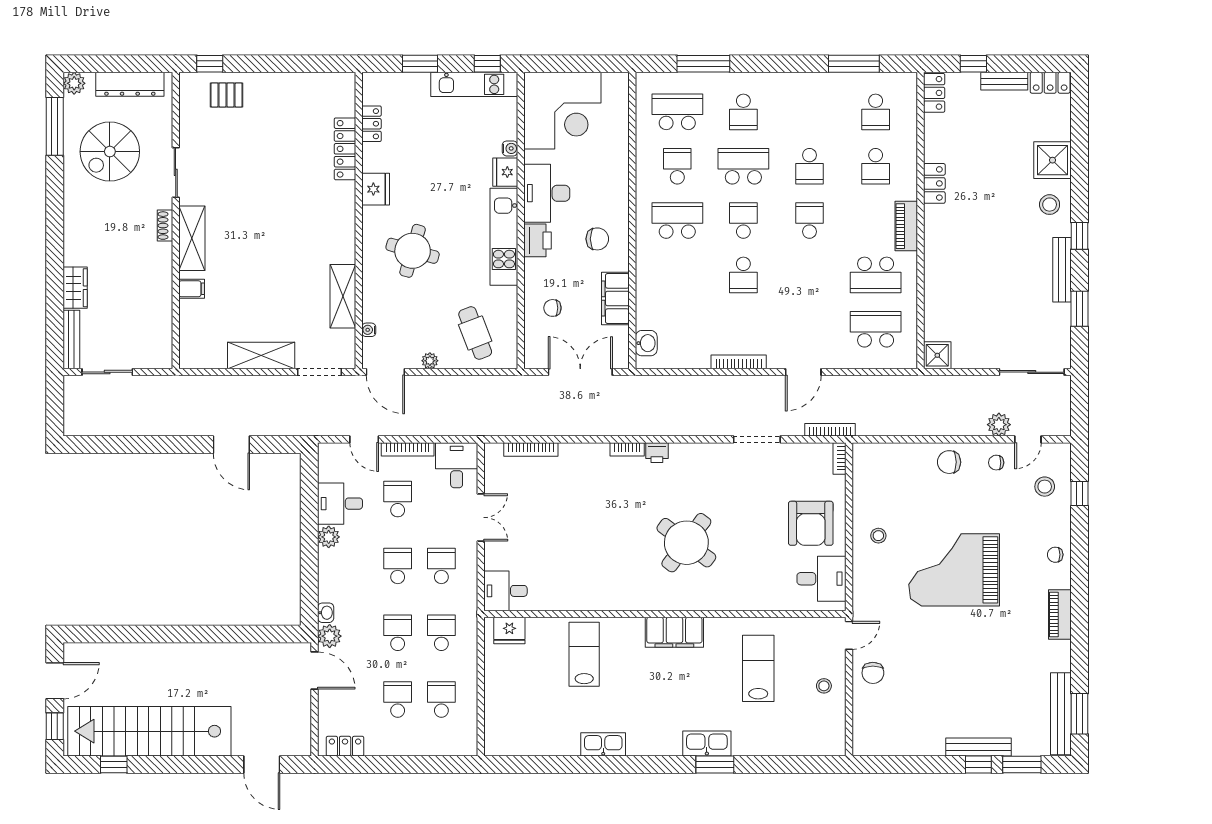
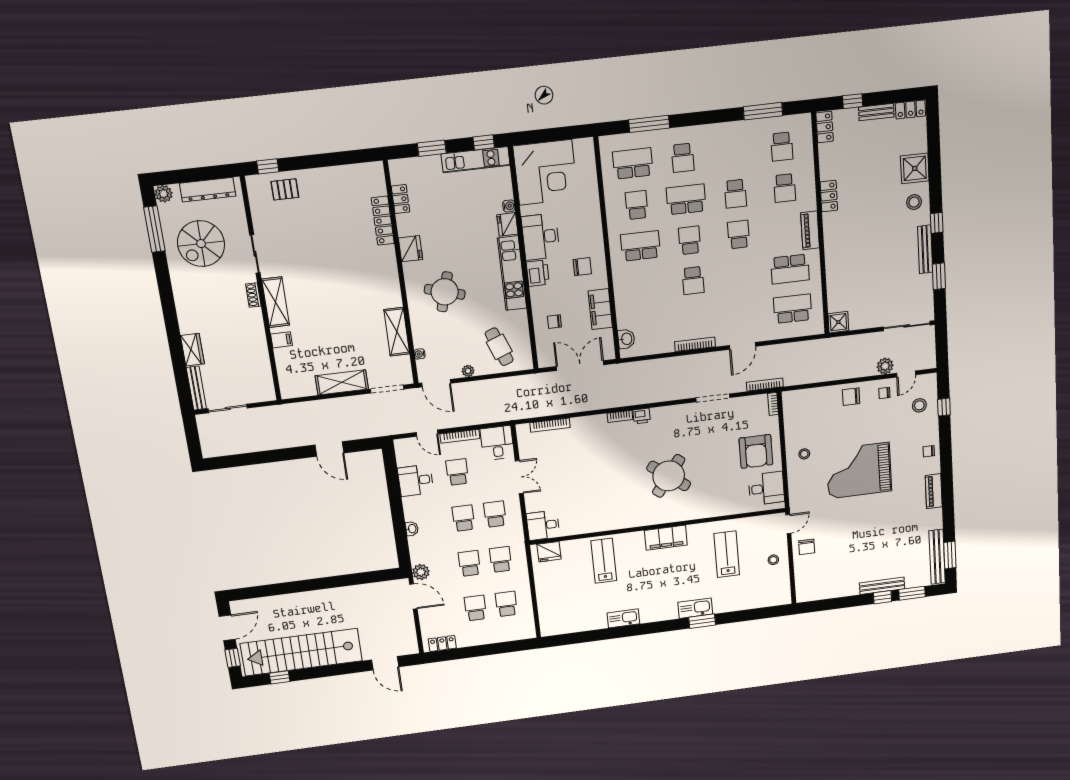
plant: (329, 537) -> (411, 505), removed
washbasin: (326, 613) -> (412, 529), moved

